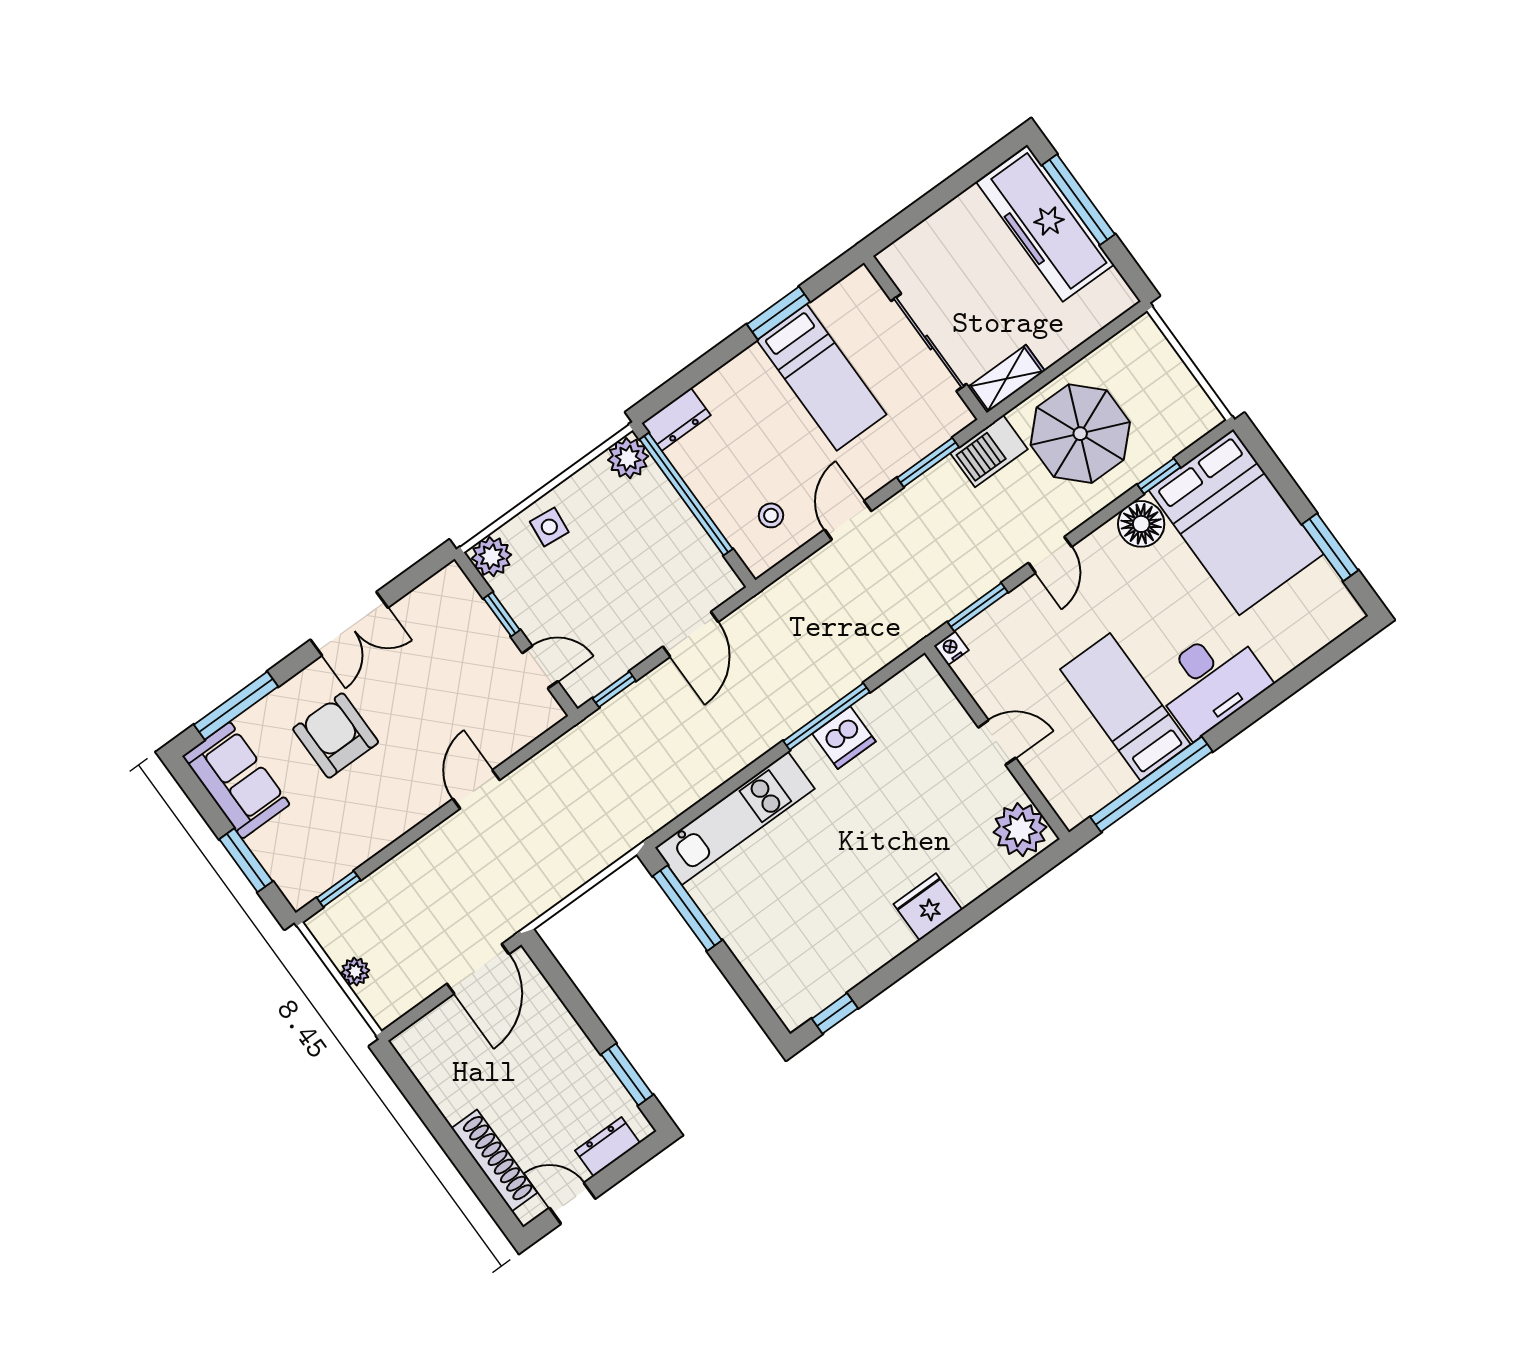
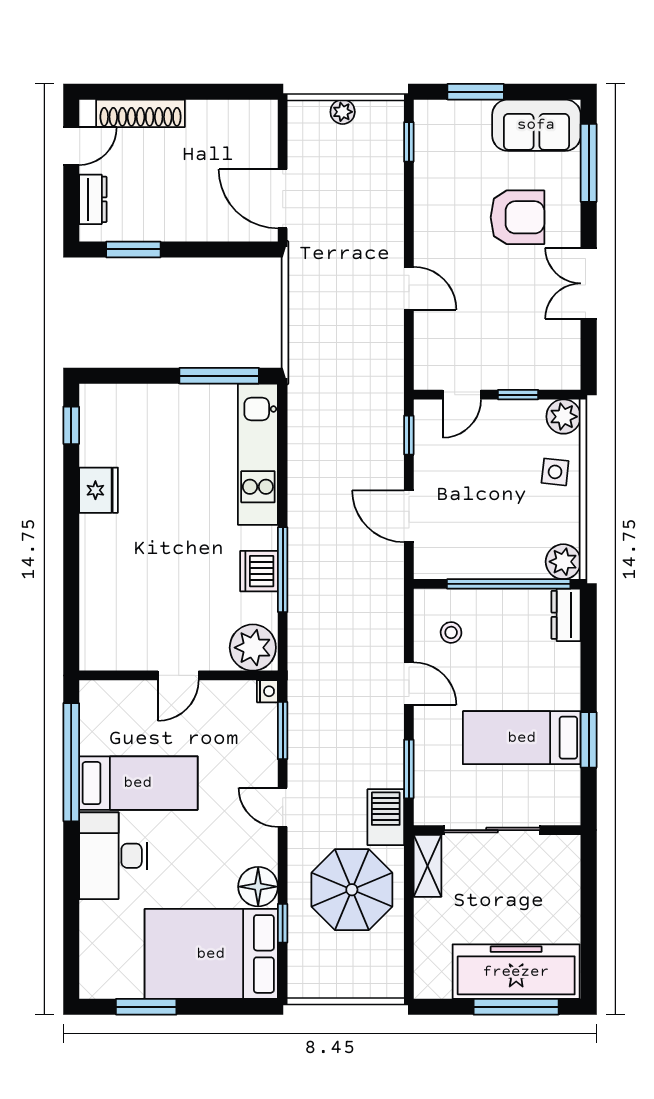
plant: (1020, 830) -> (253, 648), moved
fridge: (928, 907) -> (98, 490), moved

